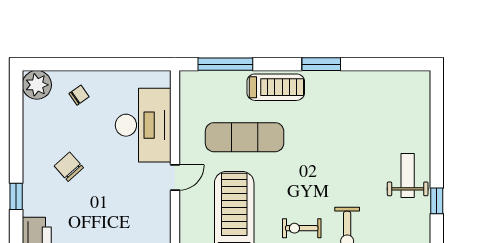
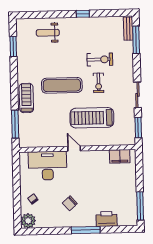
window: (321, 64) -> (13, 46), moved
exercise mat: (245, 137) -> (62, 85), moved, turned 90
weight bench: (408, 176) -> (48, 33), moved
window: (16, 196) -> (86, 230), width x2.17

